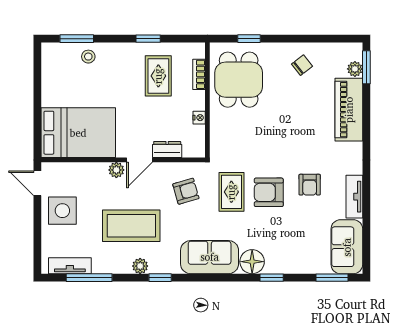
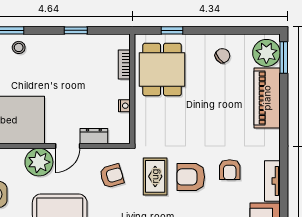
plant: (355, 69) -> (266, 53), width x1.88, depth x1.88
rug: (158, 76) -> (85, 66), removed
plant: (116, 170) -> (39, 162), width x1.88, depth x1.88

